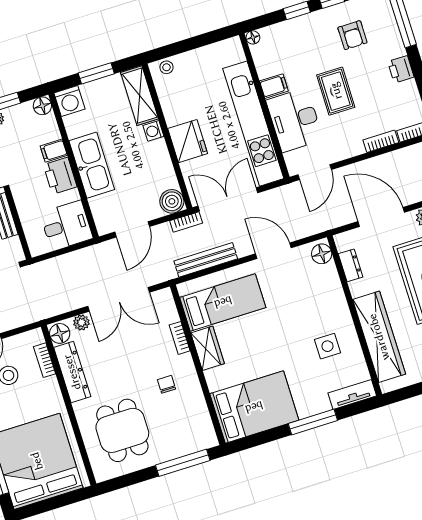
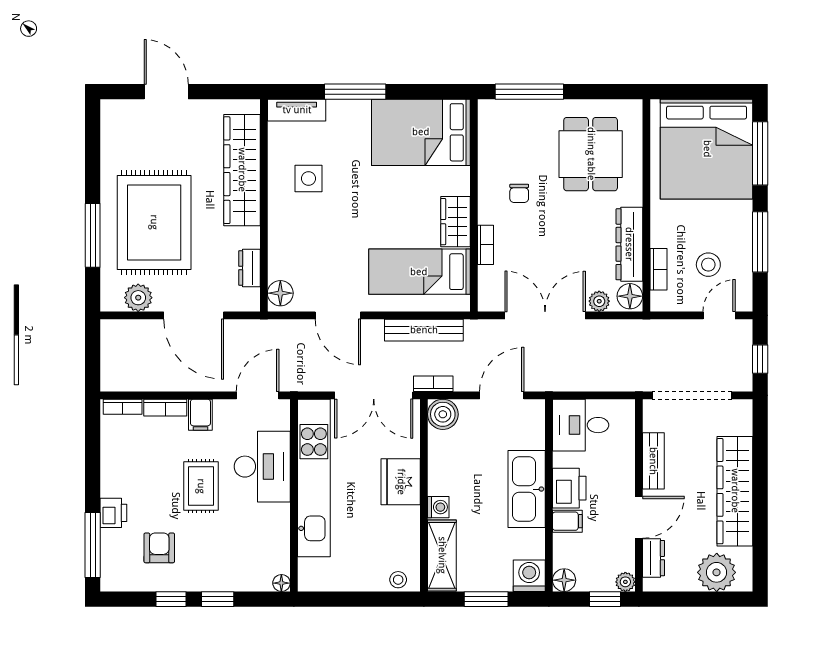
printer: (401, 69) -> (113, 513), moved
filing cabinet: (274, 86) -> (200, 415), moved, turned -90

